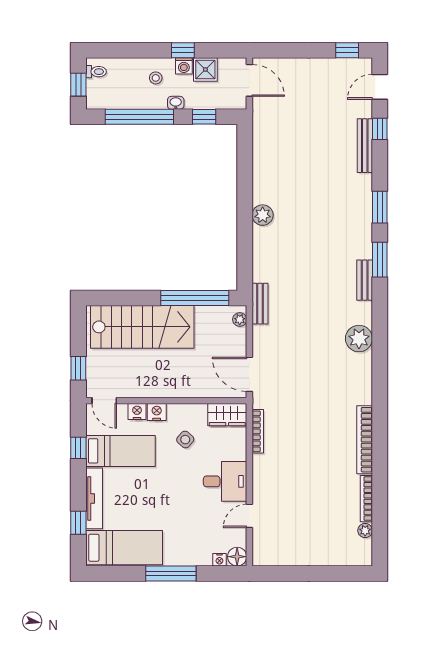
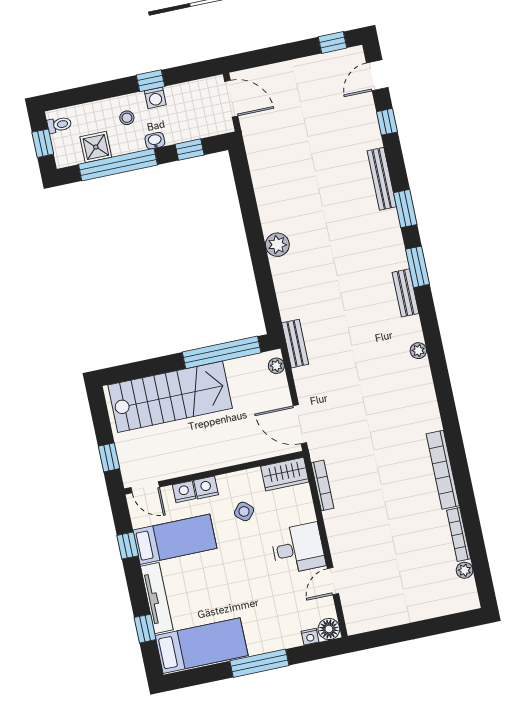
shower: (205, 69) -> (96, 147), moved
bench: (365, 146) -> (382, 179), moved
plant: (359, 339) -> (418, 351), width x0.53, depth x0.53

